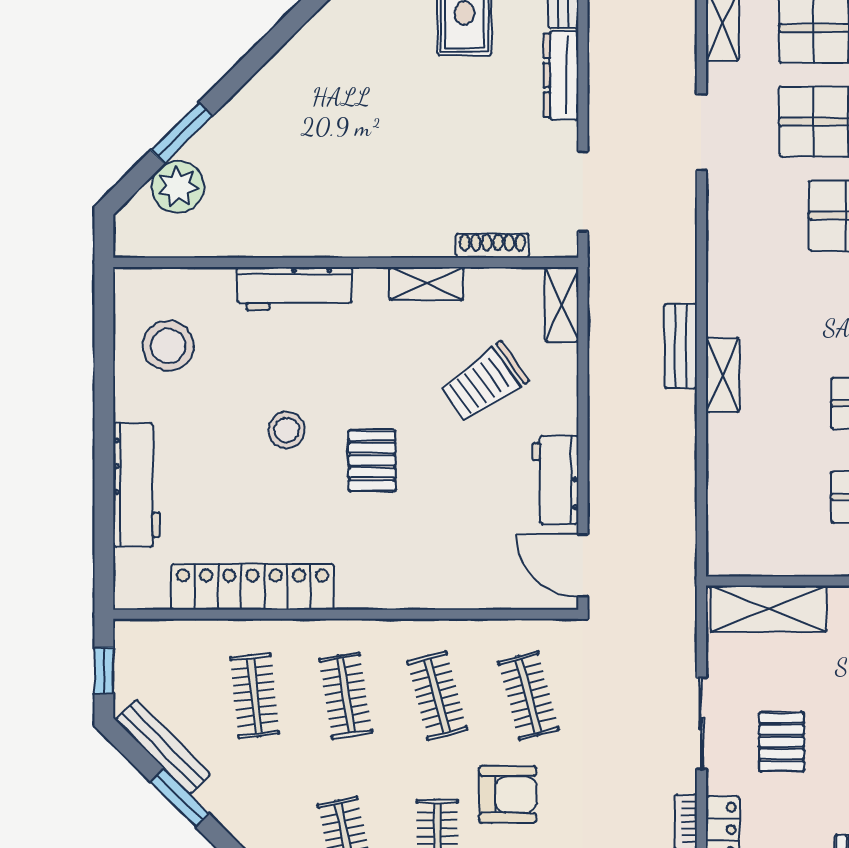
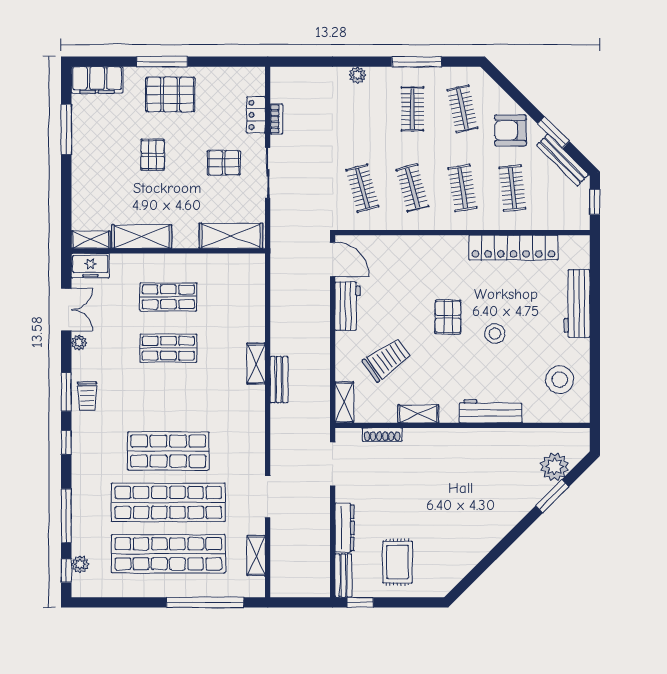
pallet: (781, 742) -> (224, 163), turned 90
armchair: (508, 794) -> (510, 130), moved

